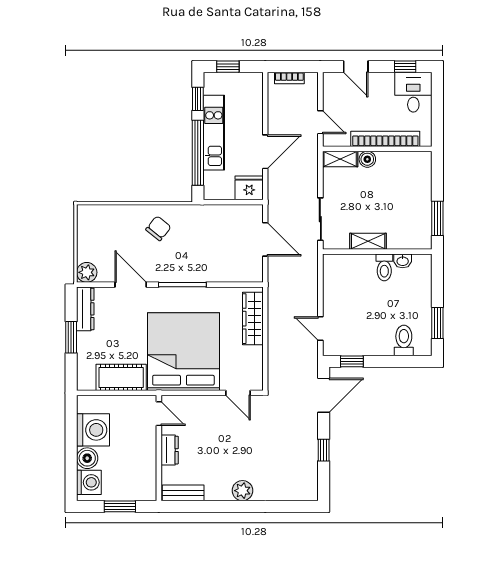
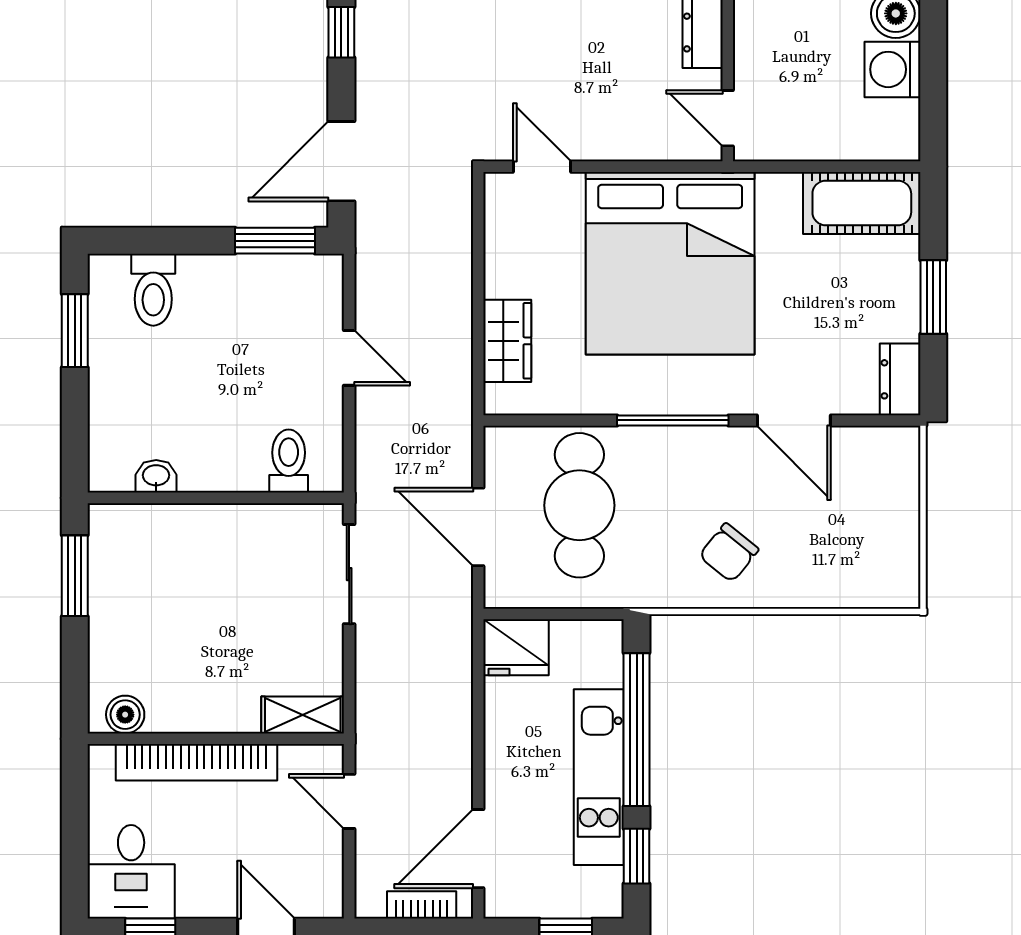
door: (265, 152) -> (478, 849), moved
boiler: (367, 159) -> (125, 715), moved
shelving: (368, 241) -> (237, 522), removed
cafe table: (222, 248) -> (579, 505), added
toilet: (384, 267) -> (289, 461), moved
plant: (87, 272) -> (897, 449), removed
dresser: (85, 309) -> (900, 379), width x0.70
wardrobe: (253, 319) -> (507, 341), width x0.67
door: (320, 329) -> (349, 358), moved
window: (352, 361) -> (275, 241), width x1.50
cot: (121, 377) -> (862, 203), moved
washing machine: (93, 430) -> (893, 69), width x0.73, depth x0.73

